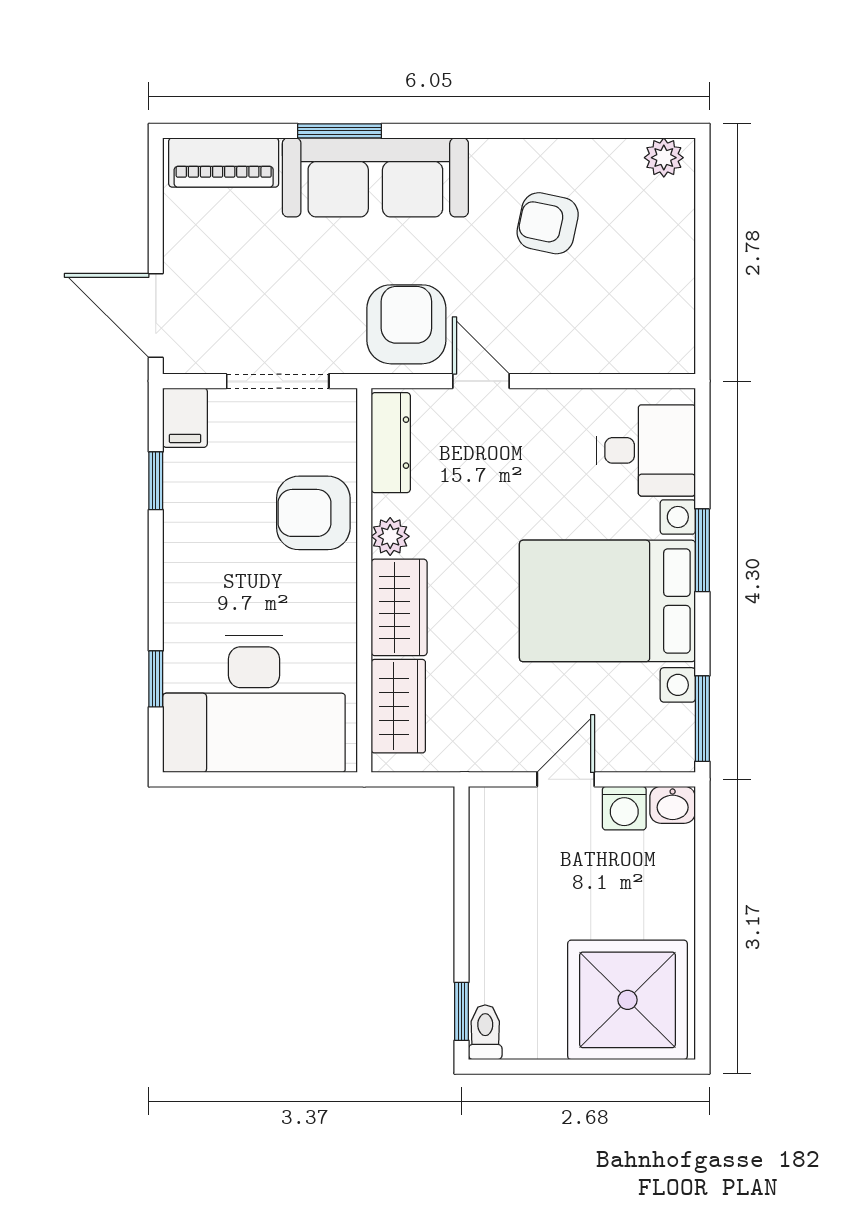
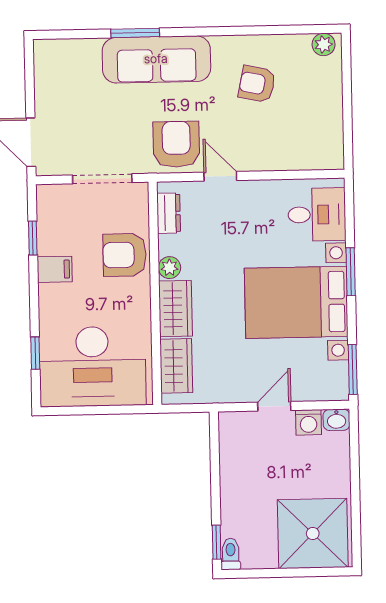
piano: (224, 162) -> (68, 53), removed
filing cabinet: (185, 418) -> (55, 269), moved, turned -90
dresser: (391, 443) -> (169, 213), width x0.70

